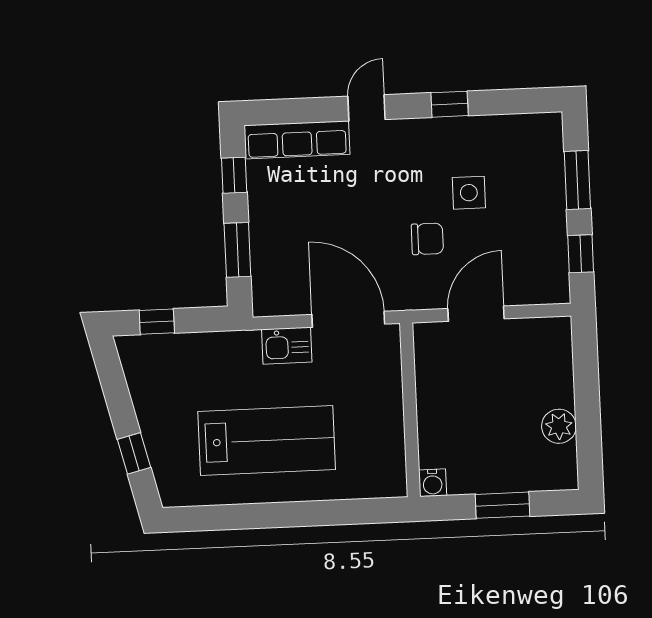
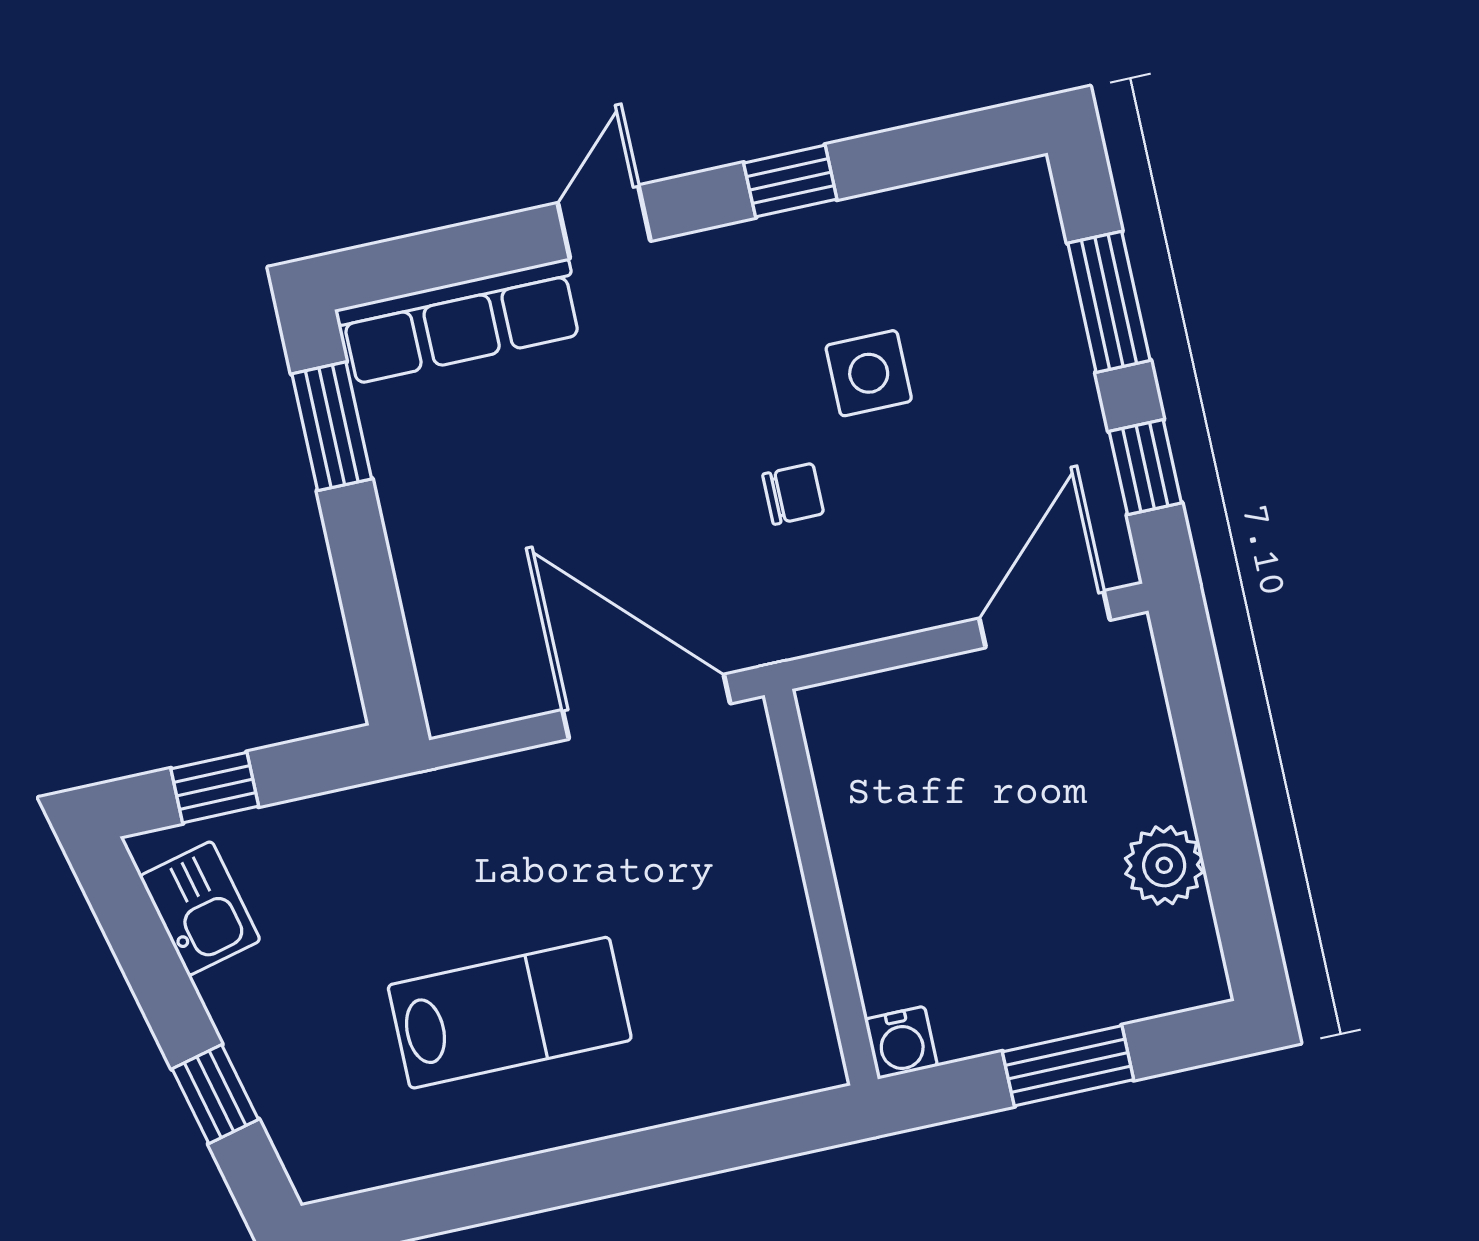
window: (234, 175) -> (332, 426), width x1.50
chair: (427, 239) -> (793, 494), width x0.73, depth x0.73
window: (237, 250) -> (369, 594), removed
door: (476, 314) -> (1045, 619), moved
kitchen sink: (287, 346) -> (200, 908), moved, turned -104
lab bench: (267, 440) -> (510, 1013), width x0.73, depth x0.72

